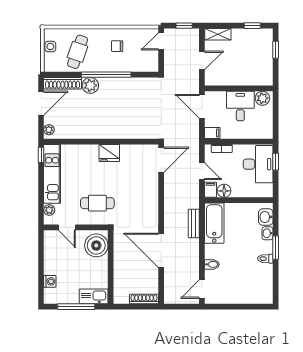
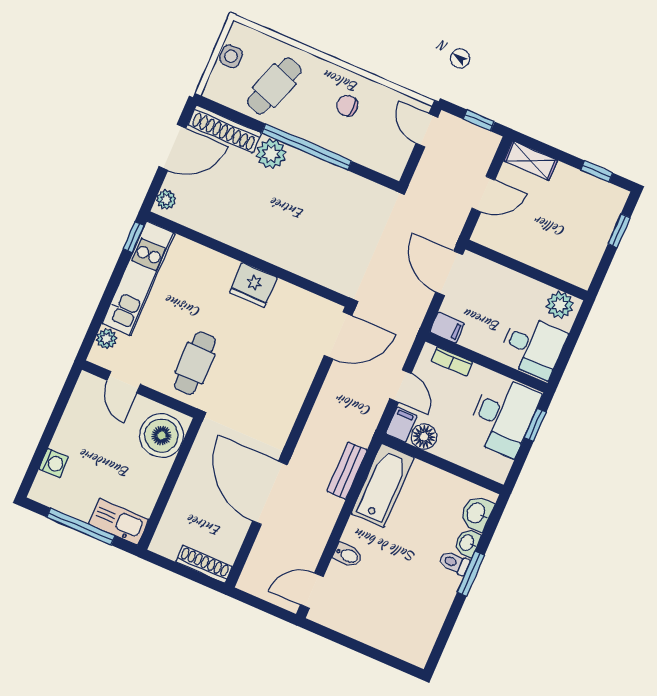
door: (161, 41) -> (427, 130), hinge flipped
desk: (240, 106) -> (533, 346), moved, turned 90
cafe table: (97, 203) -> (195, 363), turned 90
toilet: (265, 259) -> (454, 563), moved

